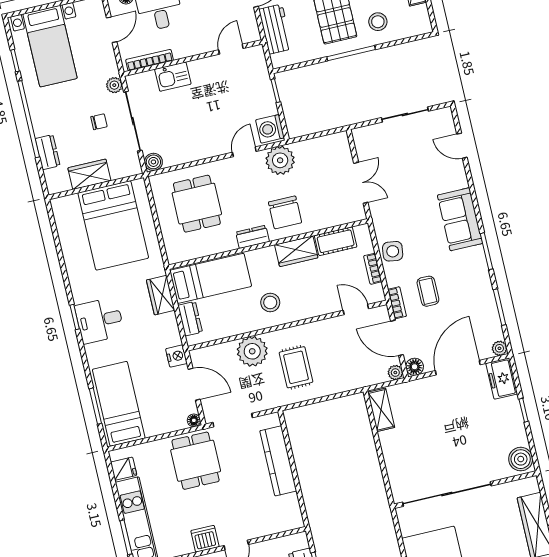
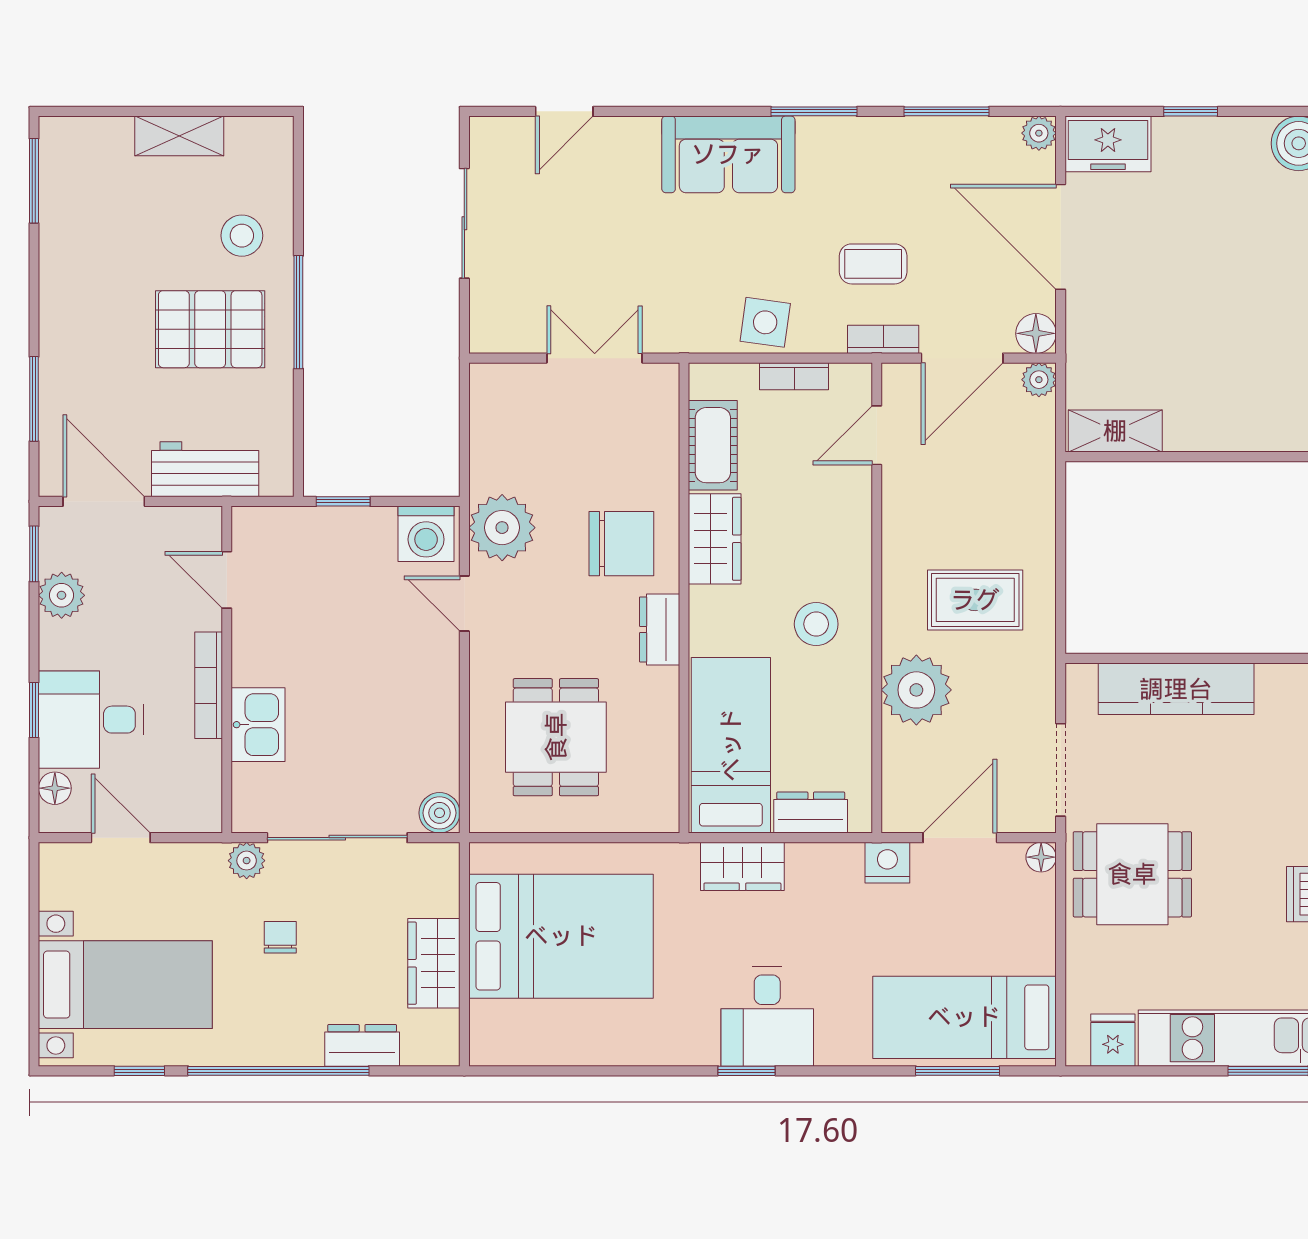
bookcase: (149, 60) -> (209, 685), moved
chair: (99, 122) -> (280, 937), moved
dining table: (197, 204) -> (556, 737), turned 90

